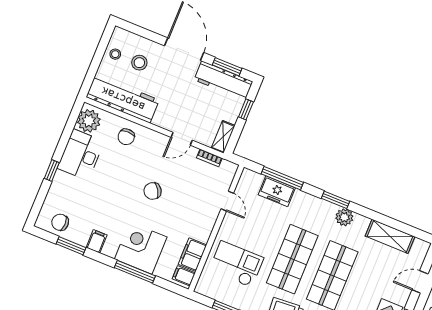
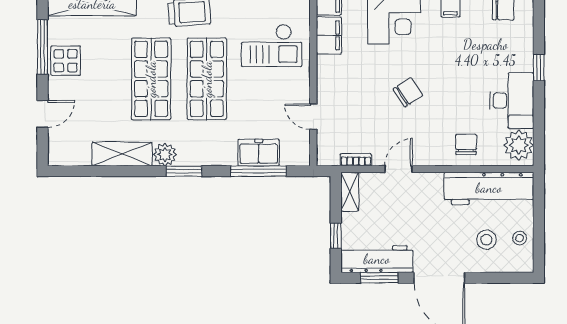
shelving: (390, 236) -> (122, 154), moved

